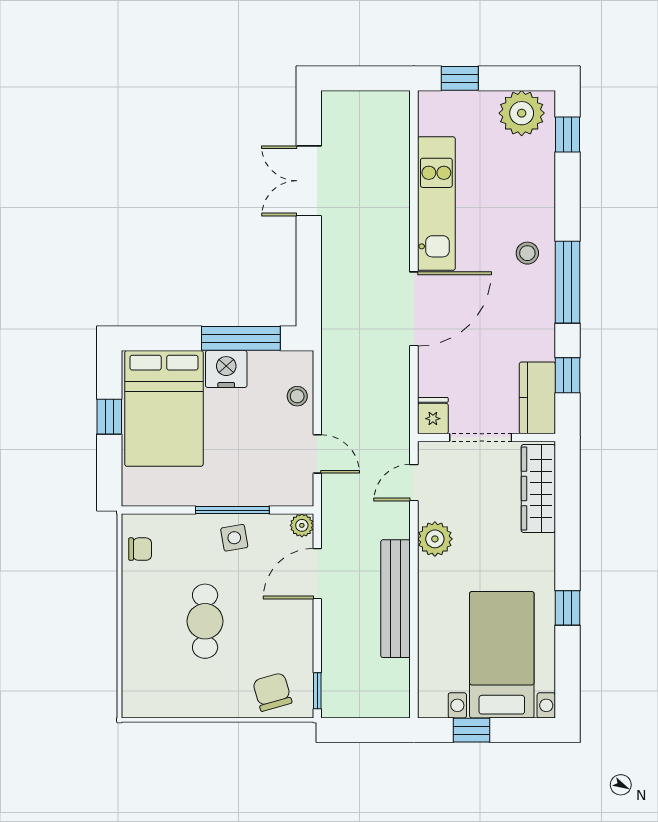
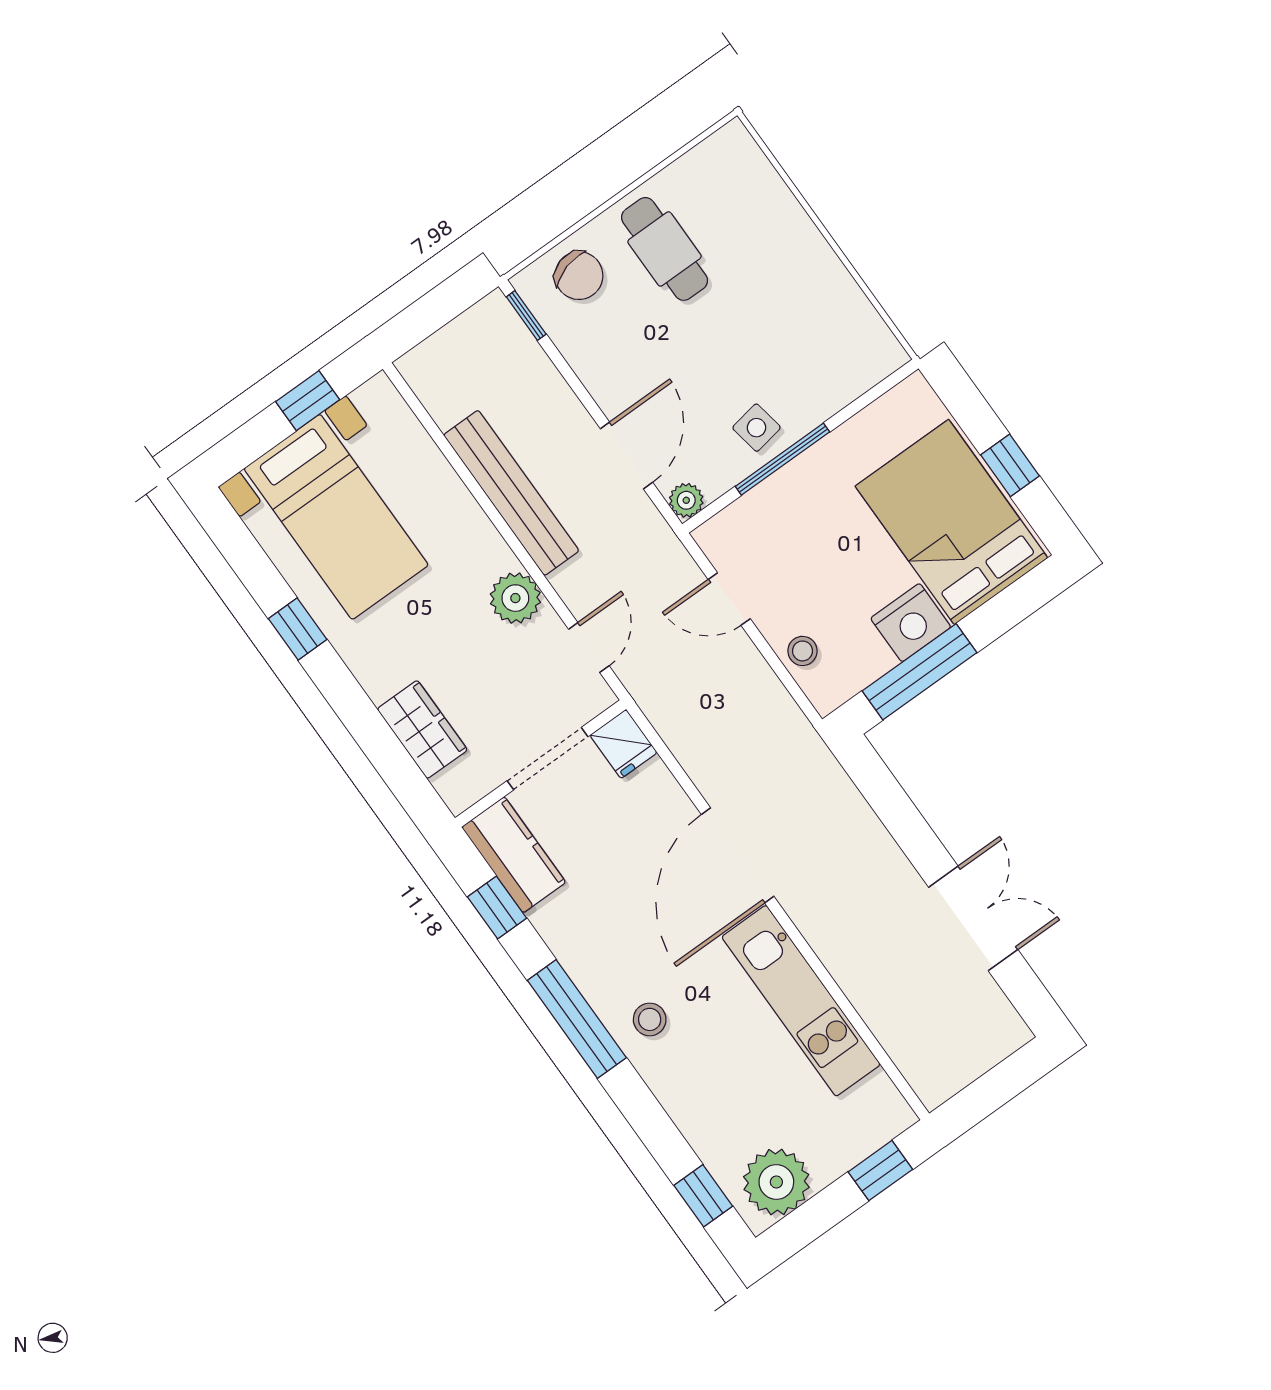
wardrobe: (538, 488) -> (422, 729), width x0.67
chair: (140, 549) -> (859, 333), removed
cafe table: (205, 621) -> (665, 249), moved

